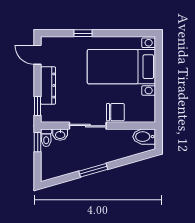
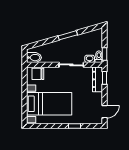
door: (38, 55) -> (105, 112), hinge flipped
dresser: (48, 86) -> (98, 79), moved
chair: (115, 112) -> (38, 74), moved

